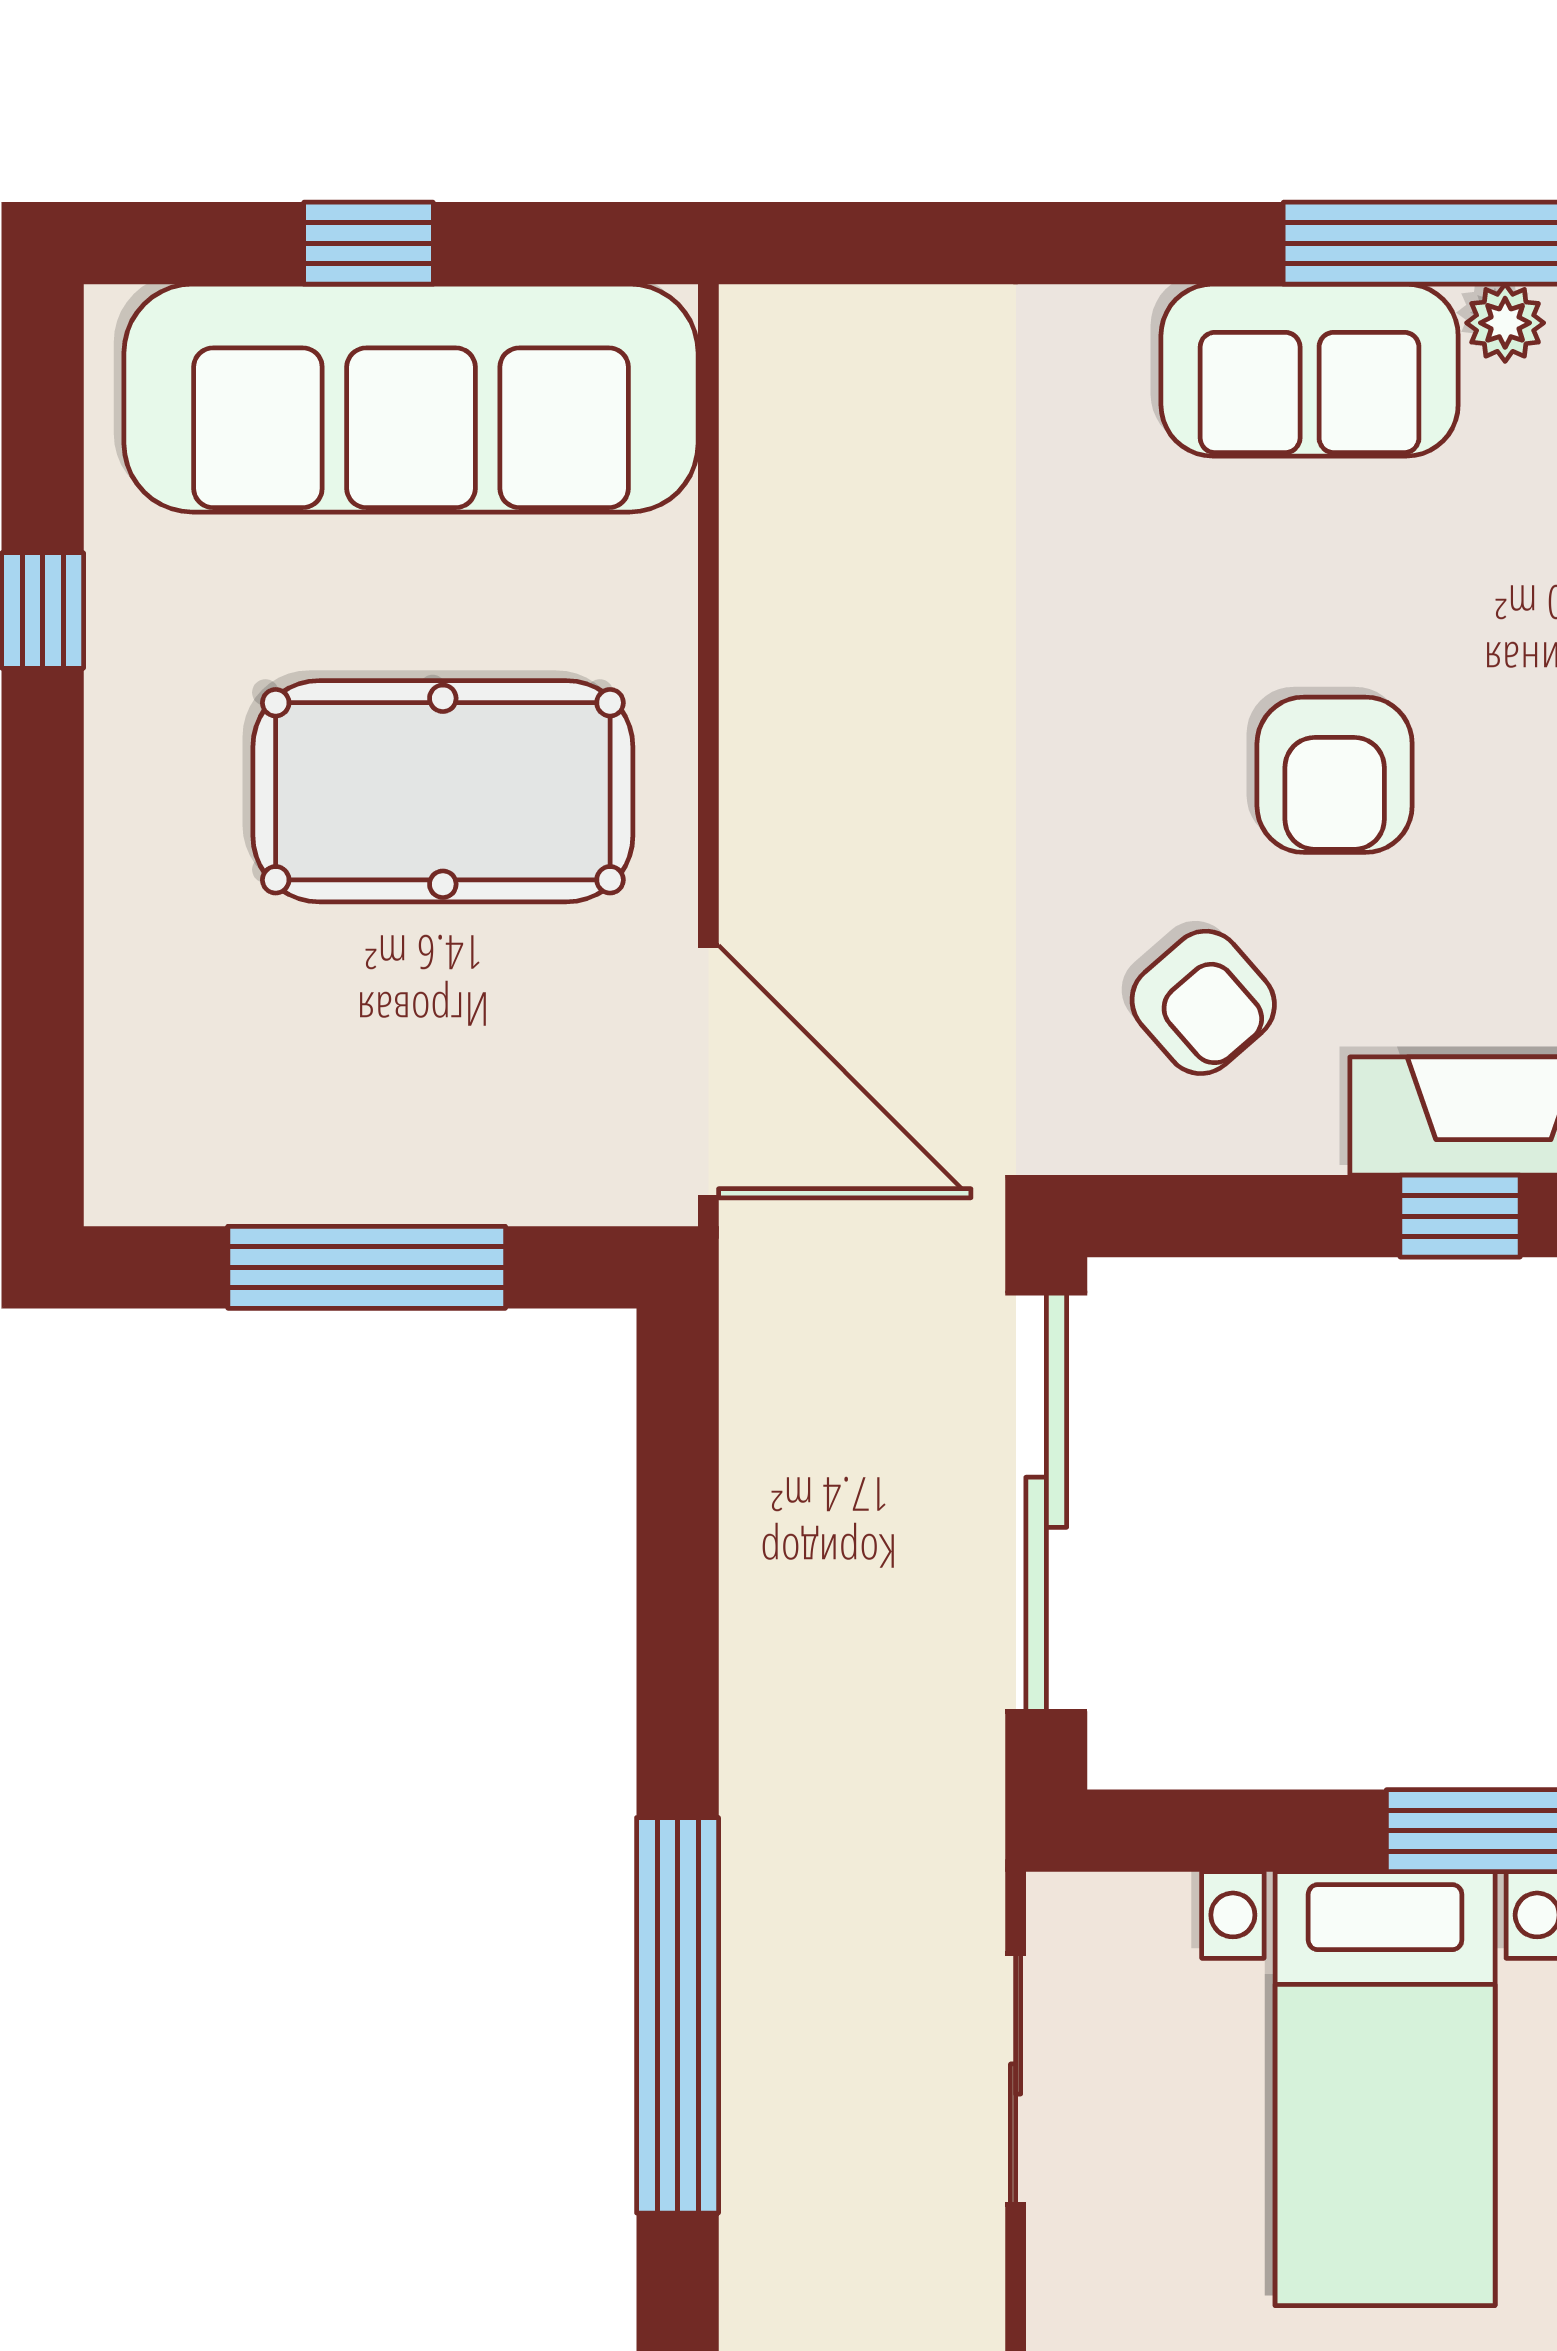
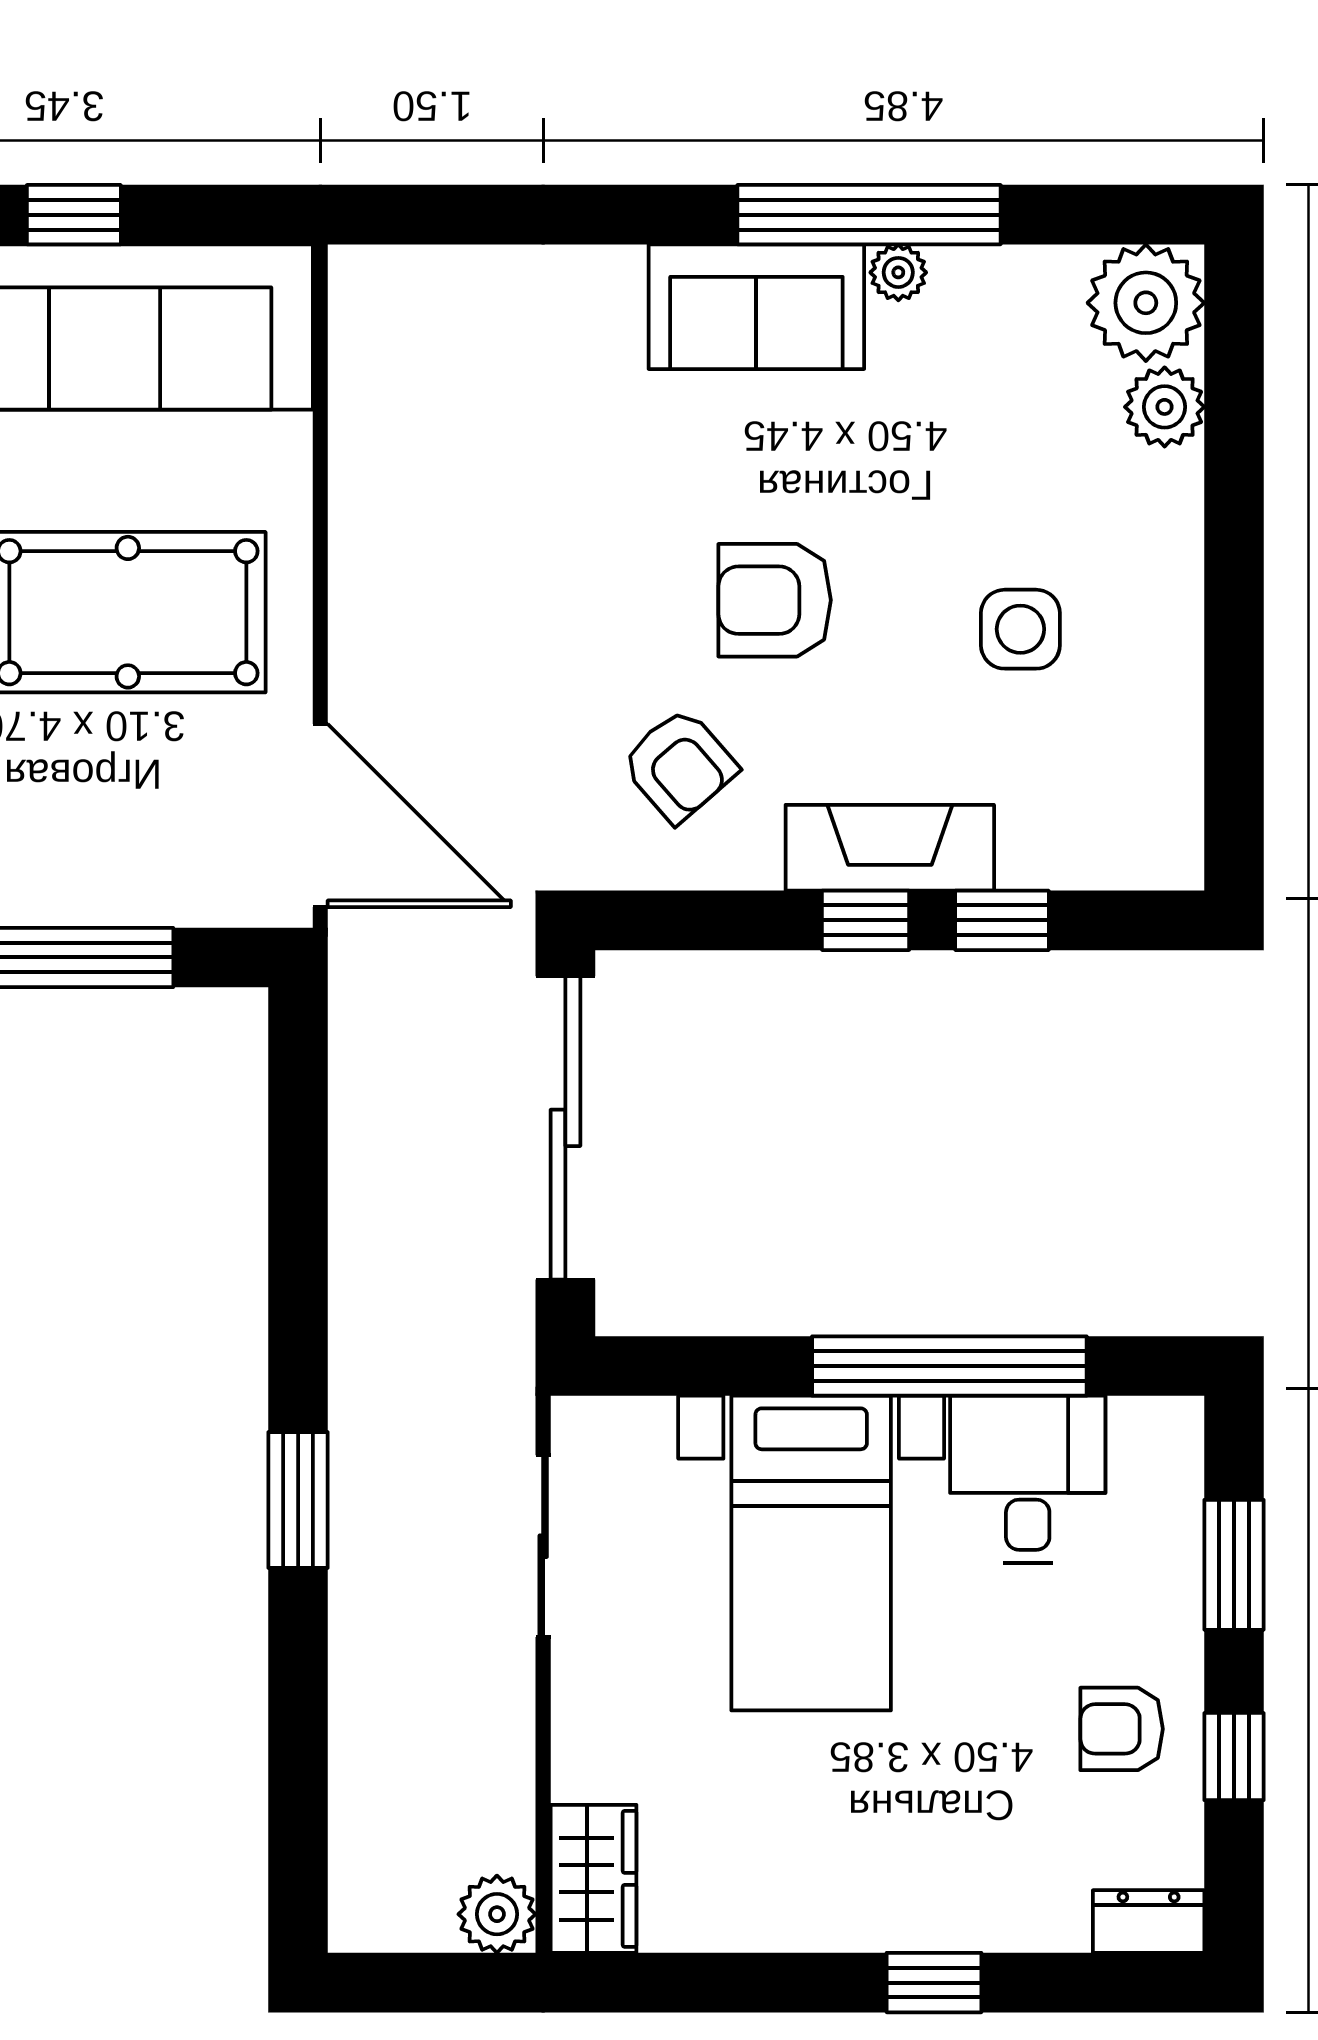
armchair: (1335, 775) -> (775, 600), turned 90
window: (678, 2015) -> (298, 1500), width x0.47

